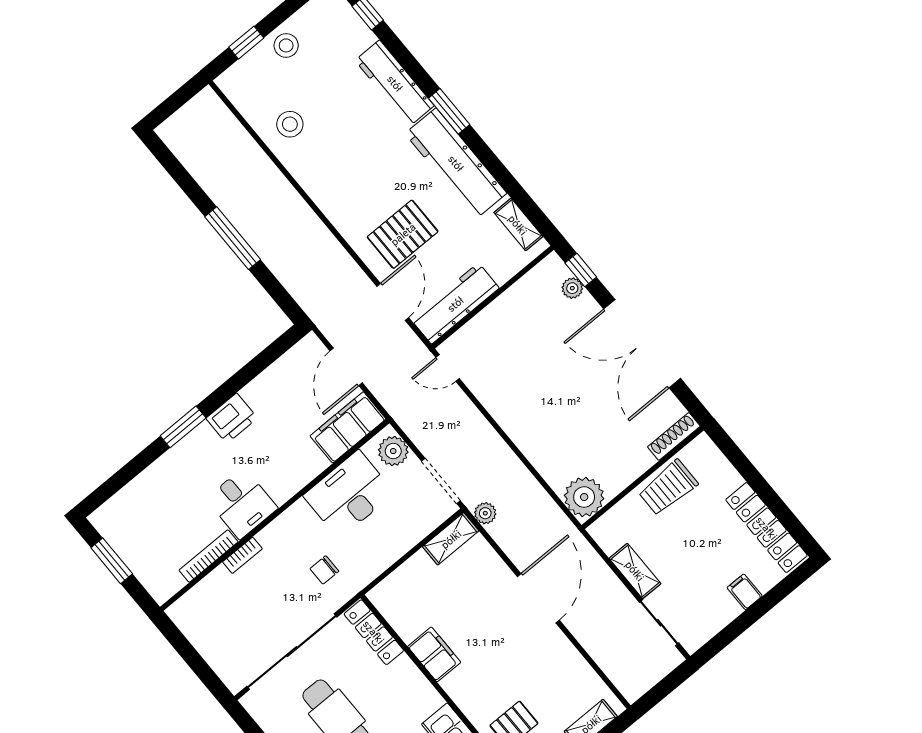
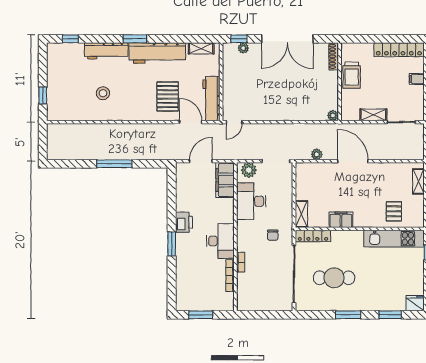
stool: (286, 45) -> (57, 81), removed
stool: (290, 124) -> (103, 93), moved
door: (346, 367) -> (201, 161), swing flipped
plant: (584, 497) -> (333, 115), width x0.53, depth x0.53
desk: (242, 503) -> (220, 241), width x1.37
plant: (485, 513) -> (317, 154), moved
shelving: (451, 539) -> (301, 214), moved

